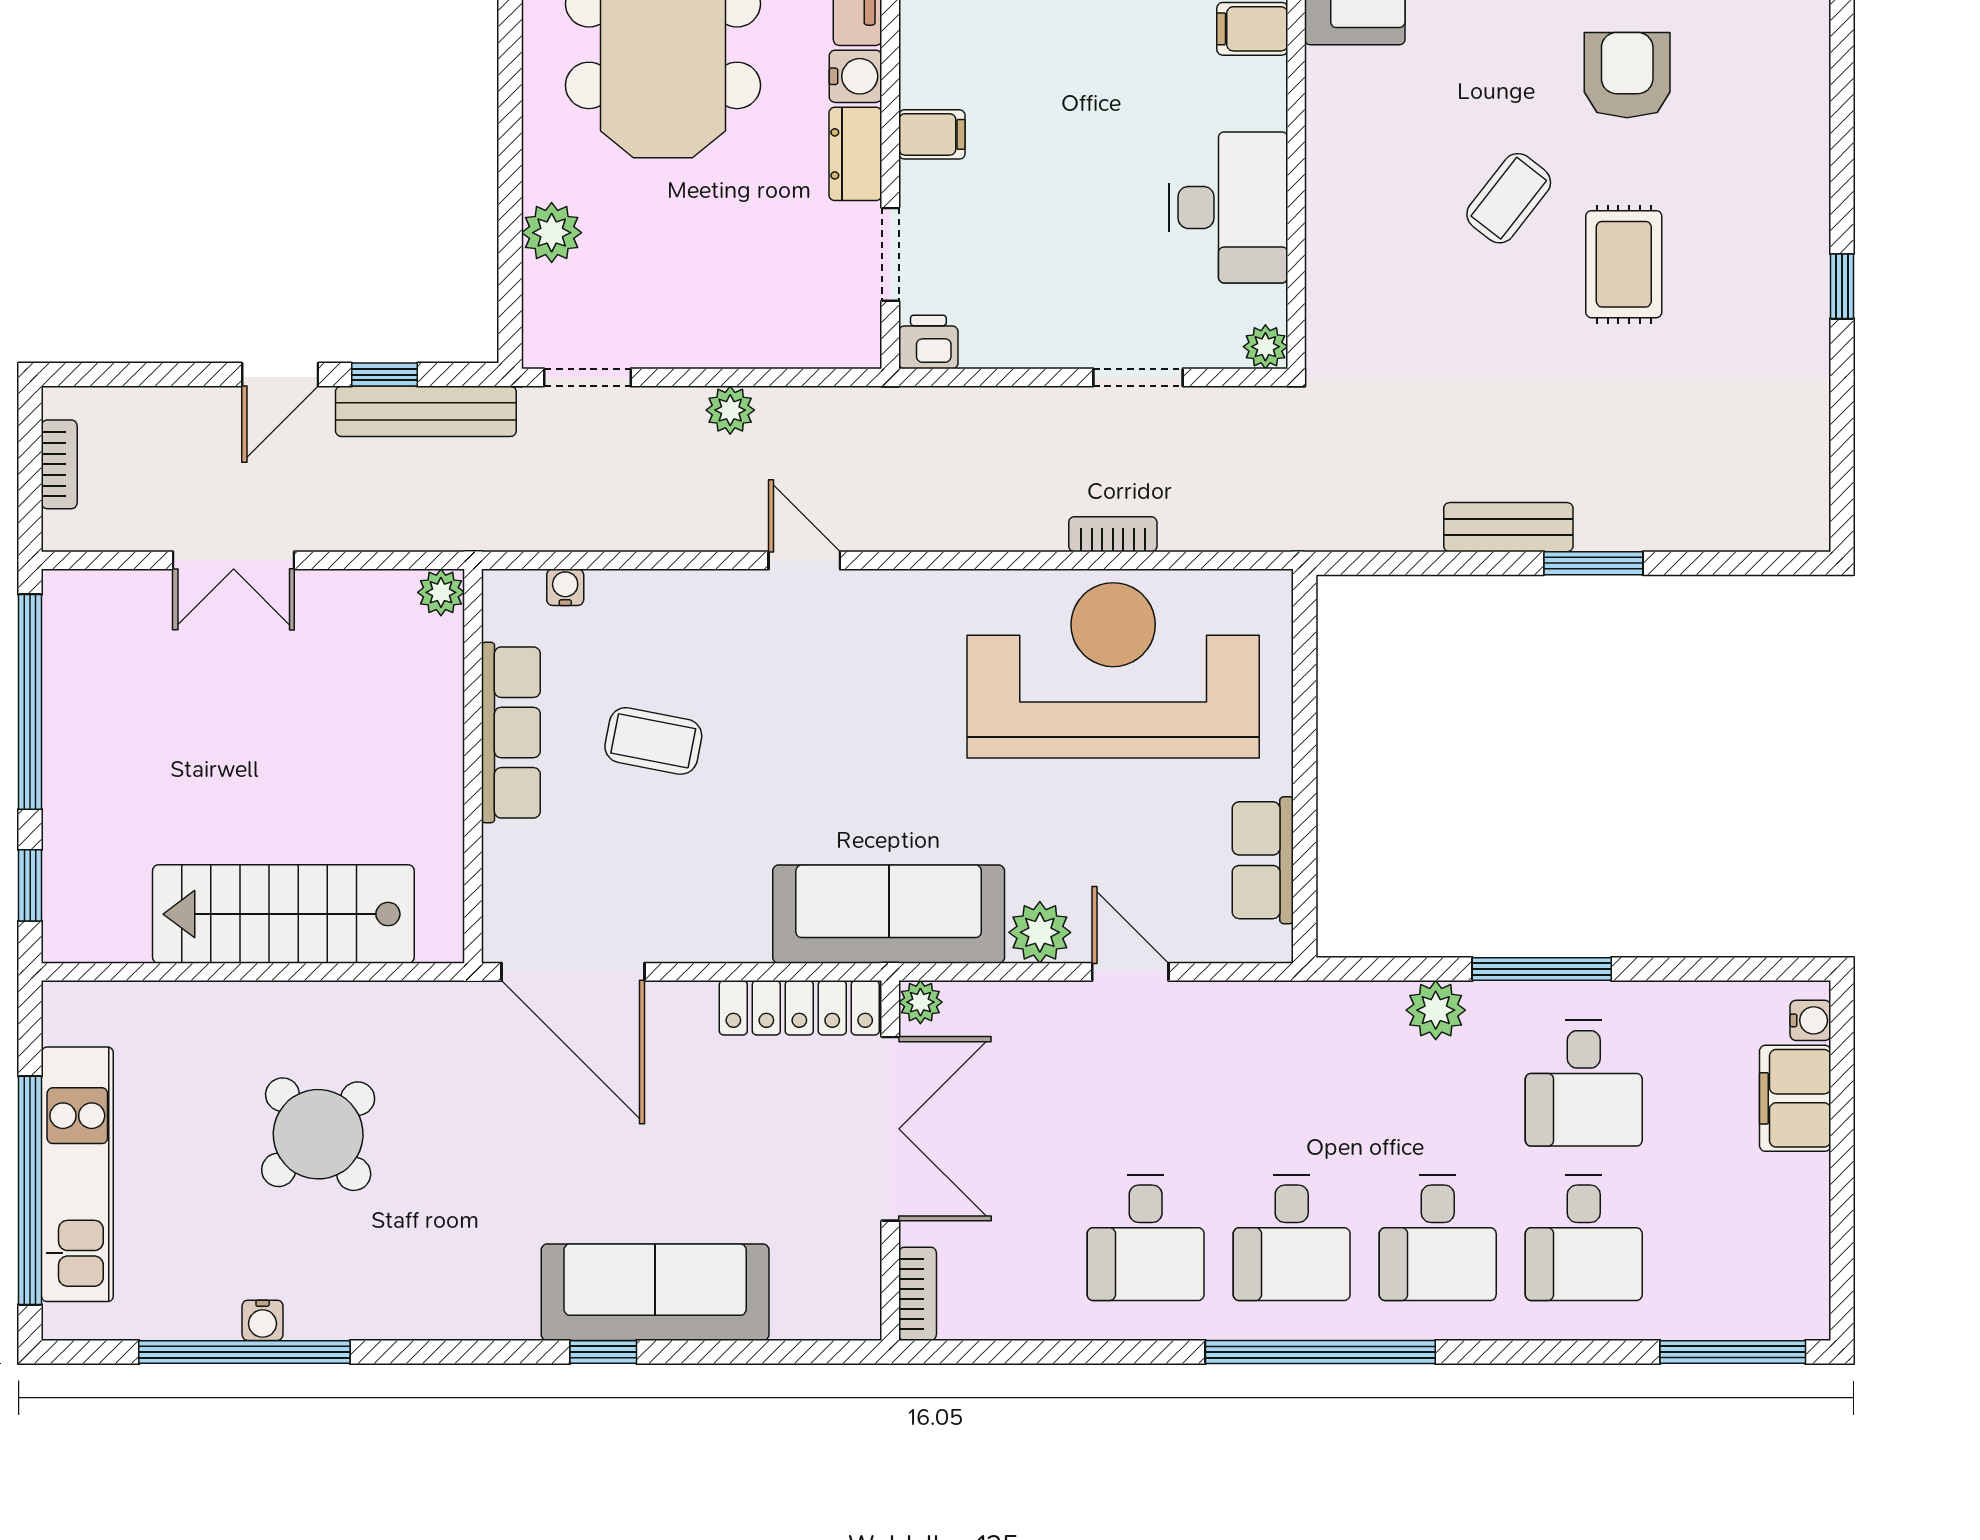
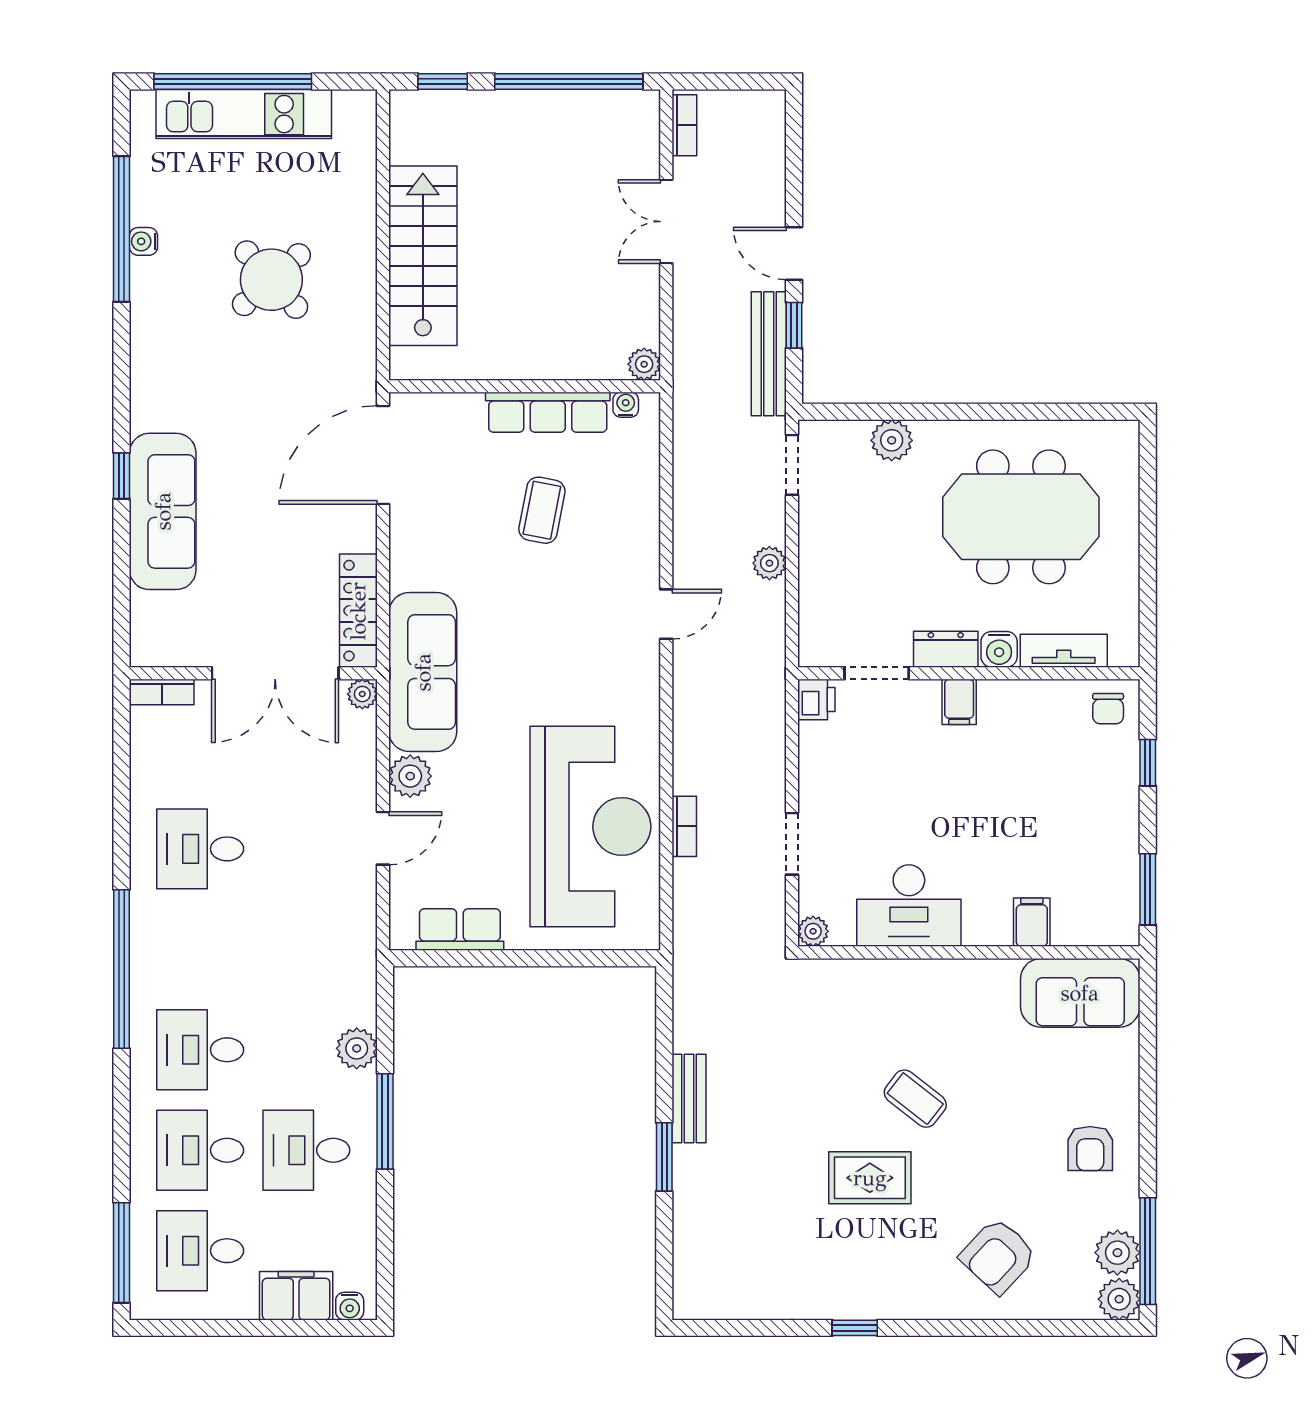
armchair: (1627, 75) -> (998, 1256), moved, turned 133
bookcase: (59, 464) -> (684, 125), moved, turned -90
water cooler: (565, 587) -> (626, 405), moved, turned -90
desk: (1292, 1238) -> (200, 1251), moved

